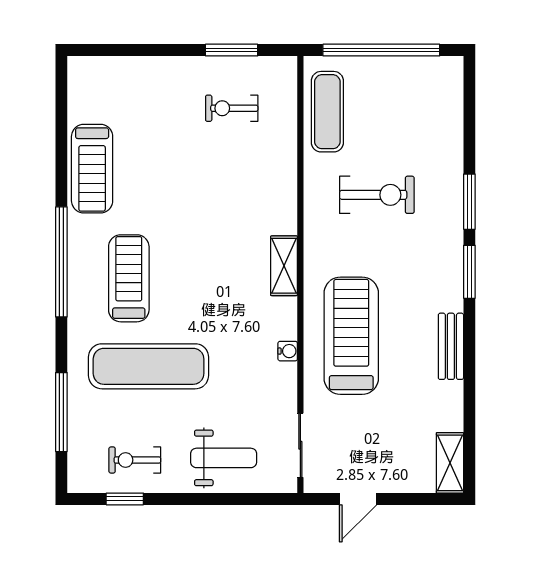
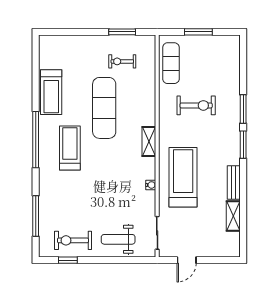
window: (381, 50) -> (198, 32), width x0.47
exercise mat: (149, 366) -> (104, 108), moved, turned 90
weight bench: (224, 458) -> (118, 239), turned 180
exercise bike: (135, 460) -> (73, 240), width x1.38, depth x1.39
shelving: (450, 463) -> (233, 216), moved

